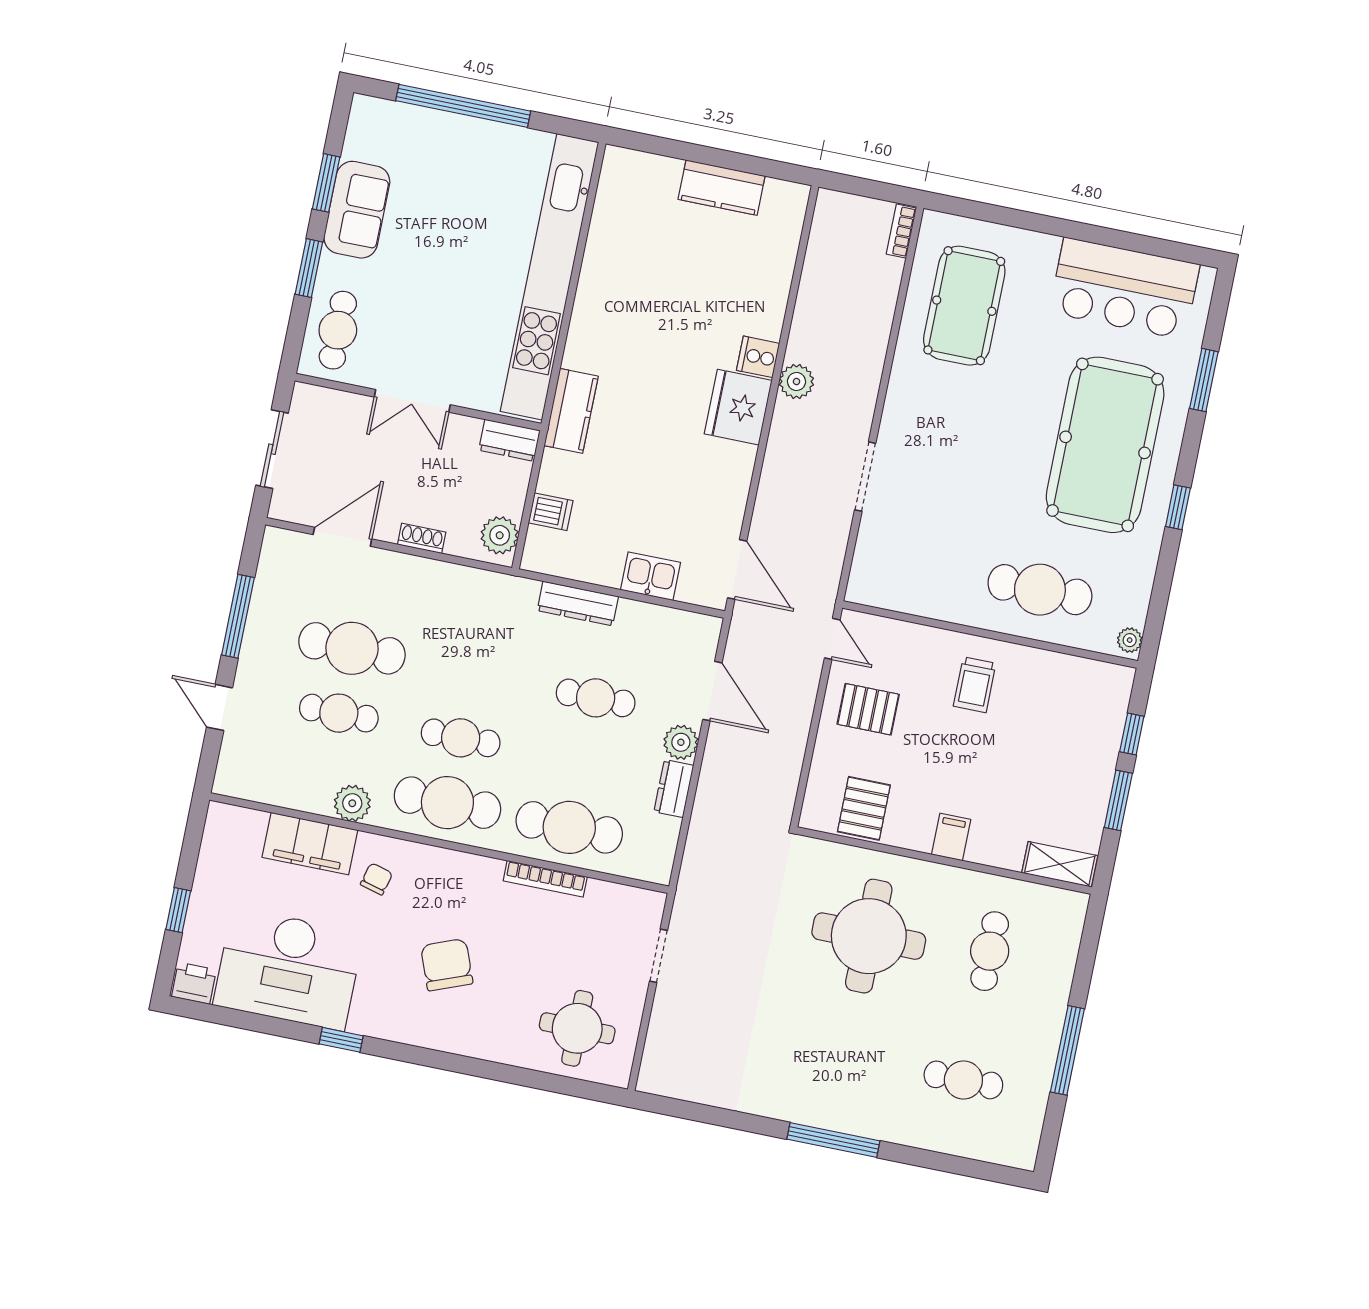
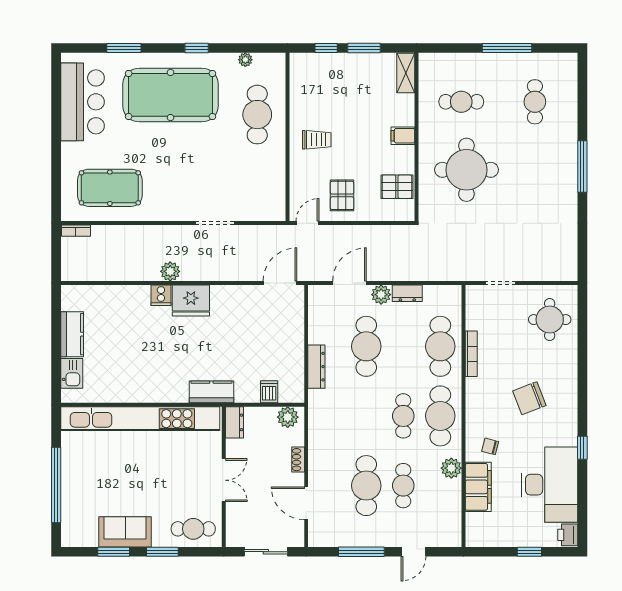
kitchen sink: (651, 576) -> (72, 373), moved, turned 180
plant: (1130, 640) -> (245, 60), moved
cafe table: (596, 698) -> (366, 346), width x1.37, depth x1.35

